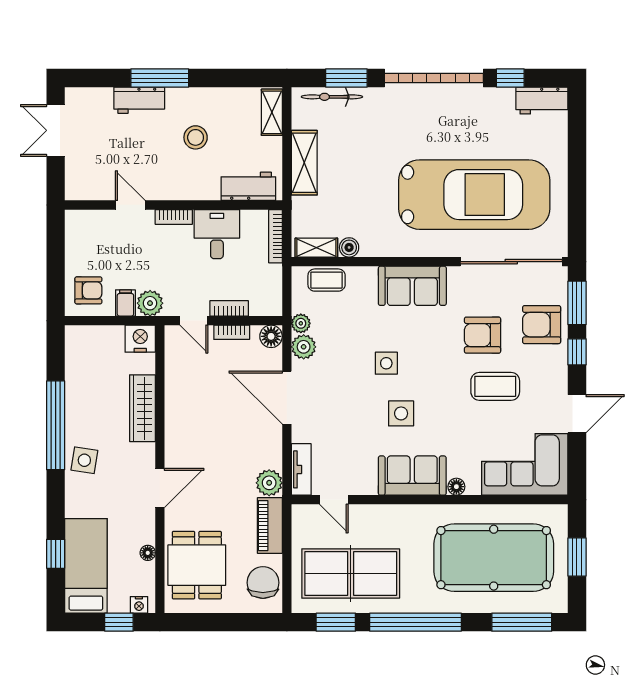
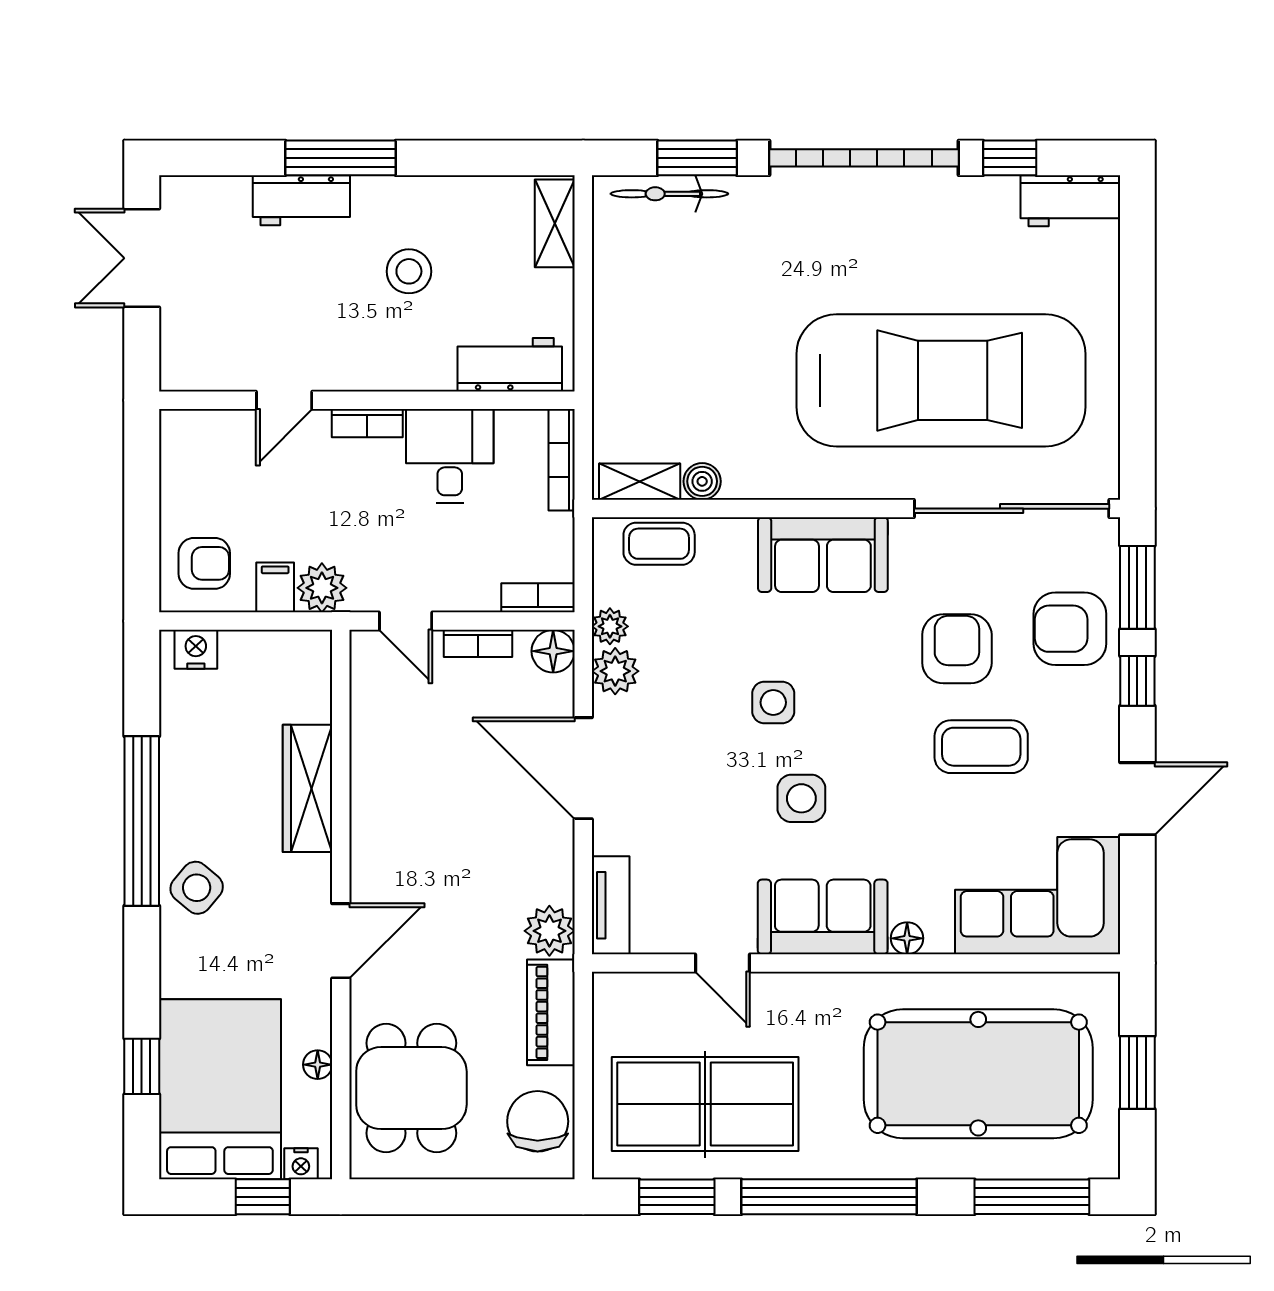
shelving: (304, 163) -> (617, 320), removed
door: (130, 205) -> (284, 400), swing flipped
bookcase: (229, 308) -> (538, 598), moved
armchair: (483, 335) -> (957, 649), turned 90
nightstand: (140, 339) -> (196, 649), moved, width x0.74, depth x0.75
side table: (84, 460) -> (197, 888), turned 31
door: (334, 500) -> (723, 963), moved
bed: (86, 566) -> (220, 1089), width x1.50

